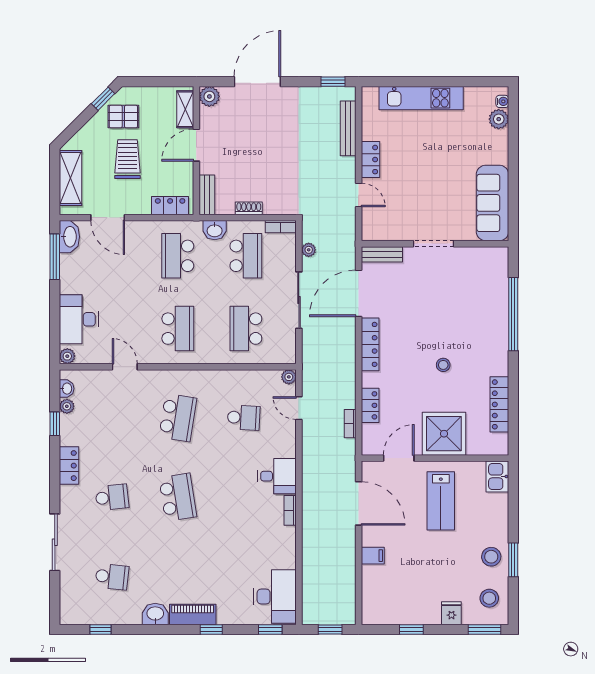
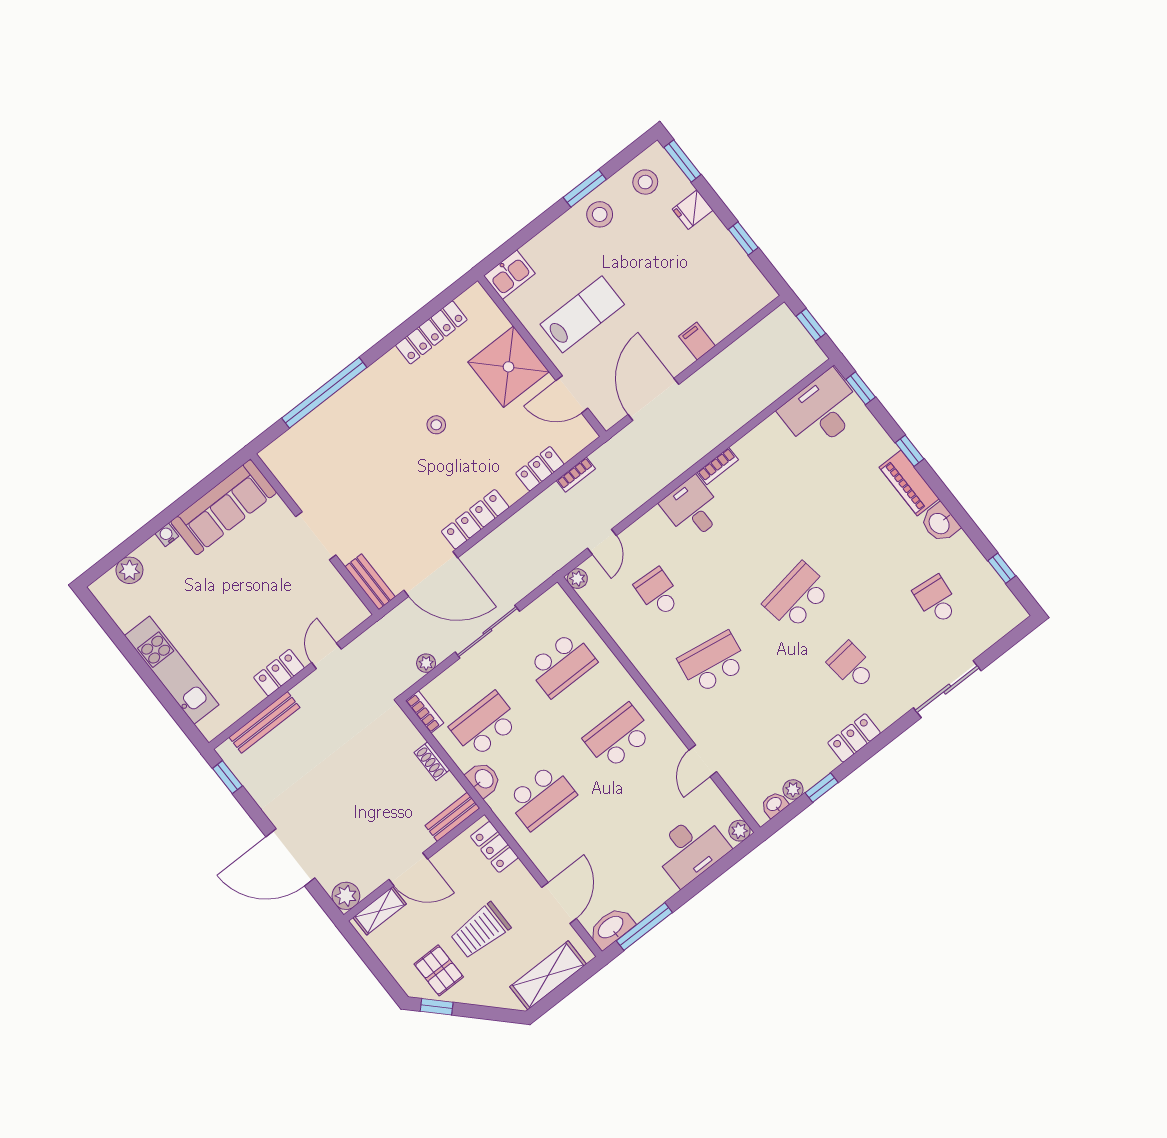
water cooler: (502, 101) -> (167, 535), moved

